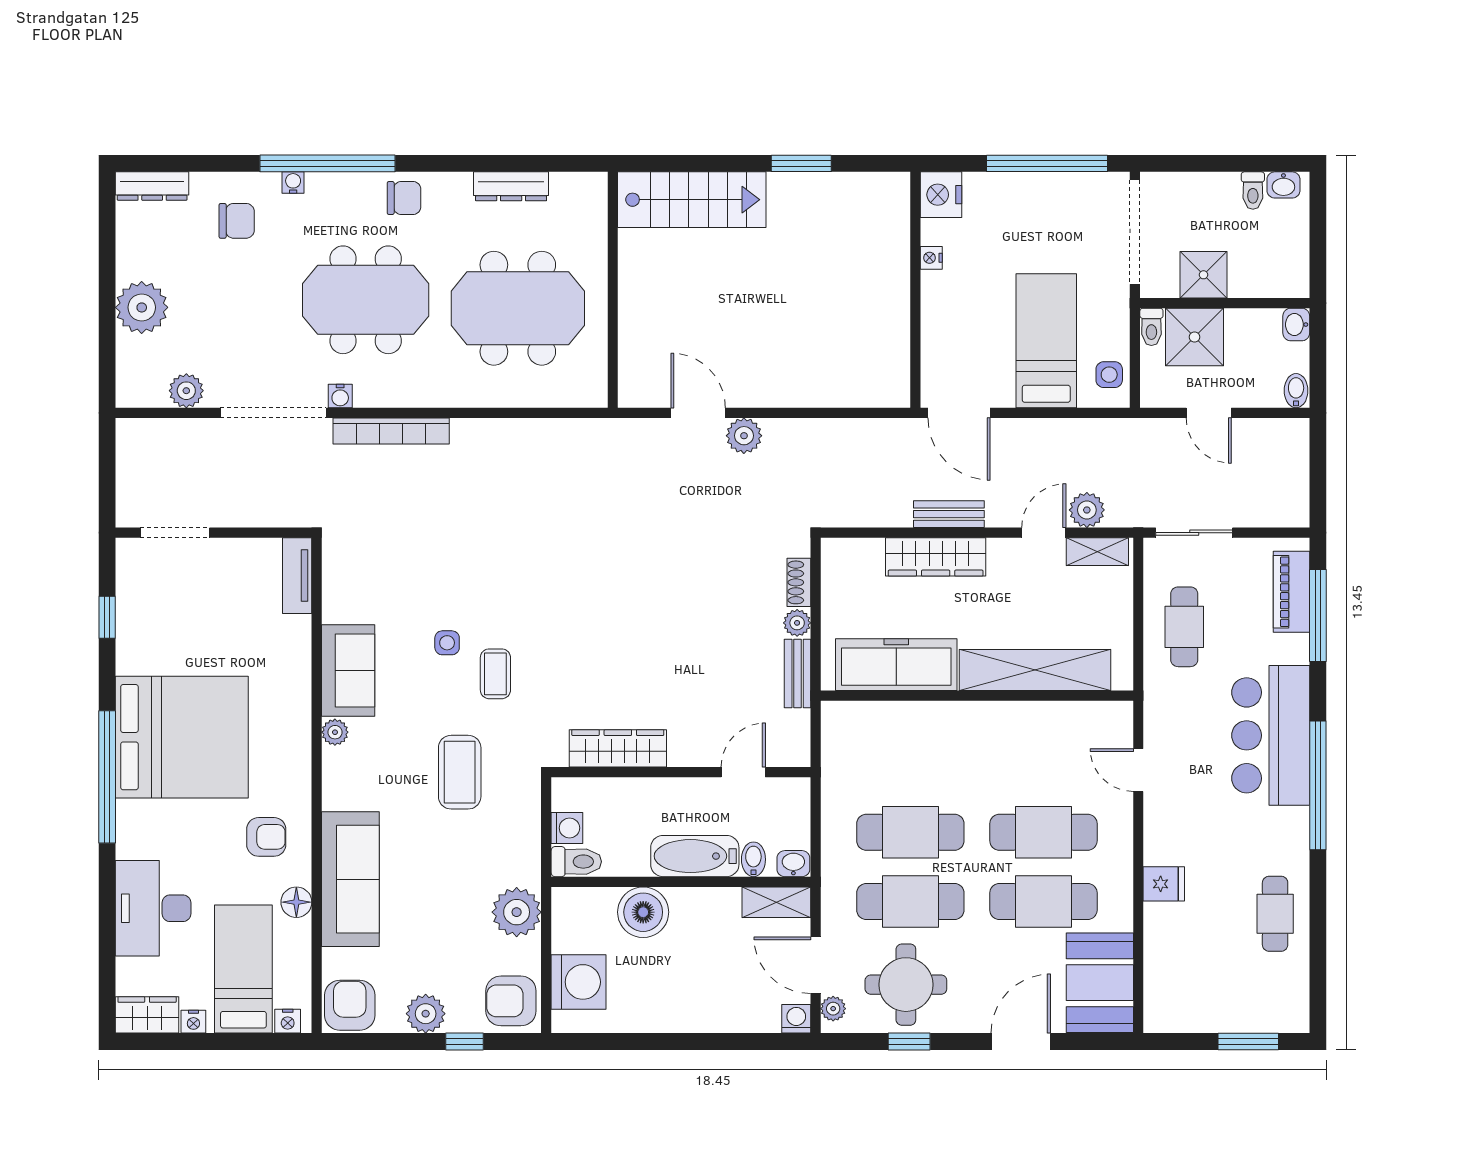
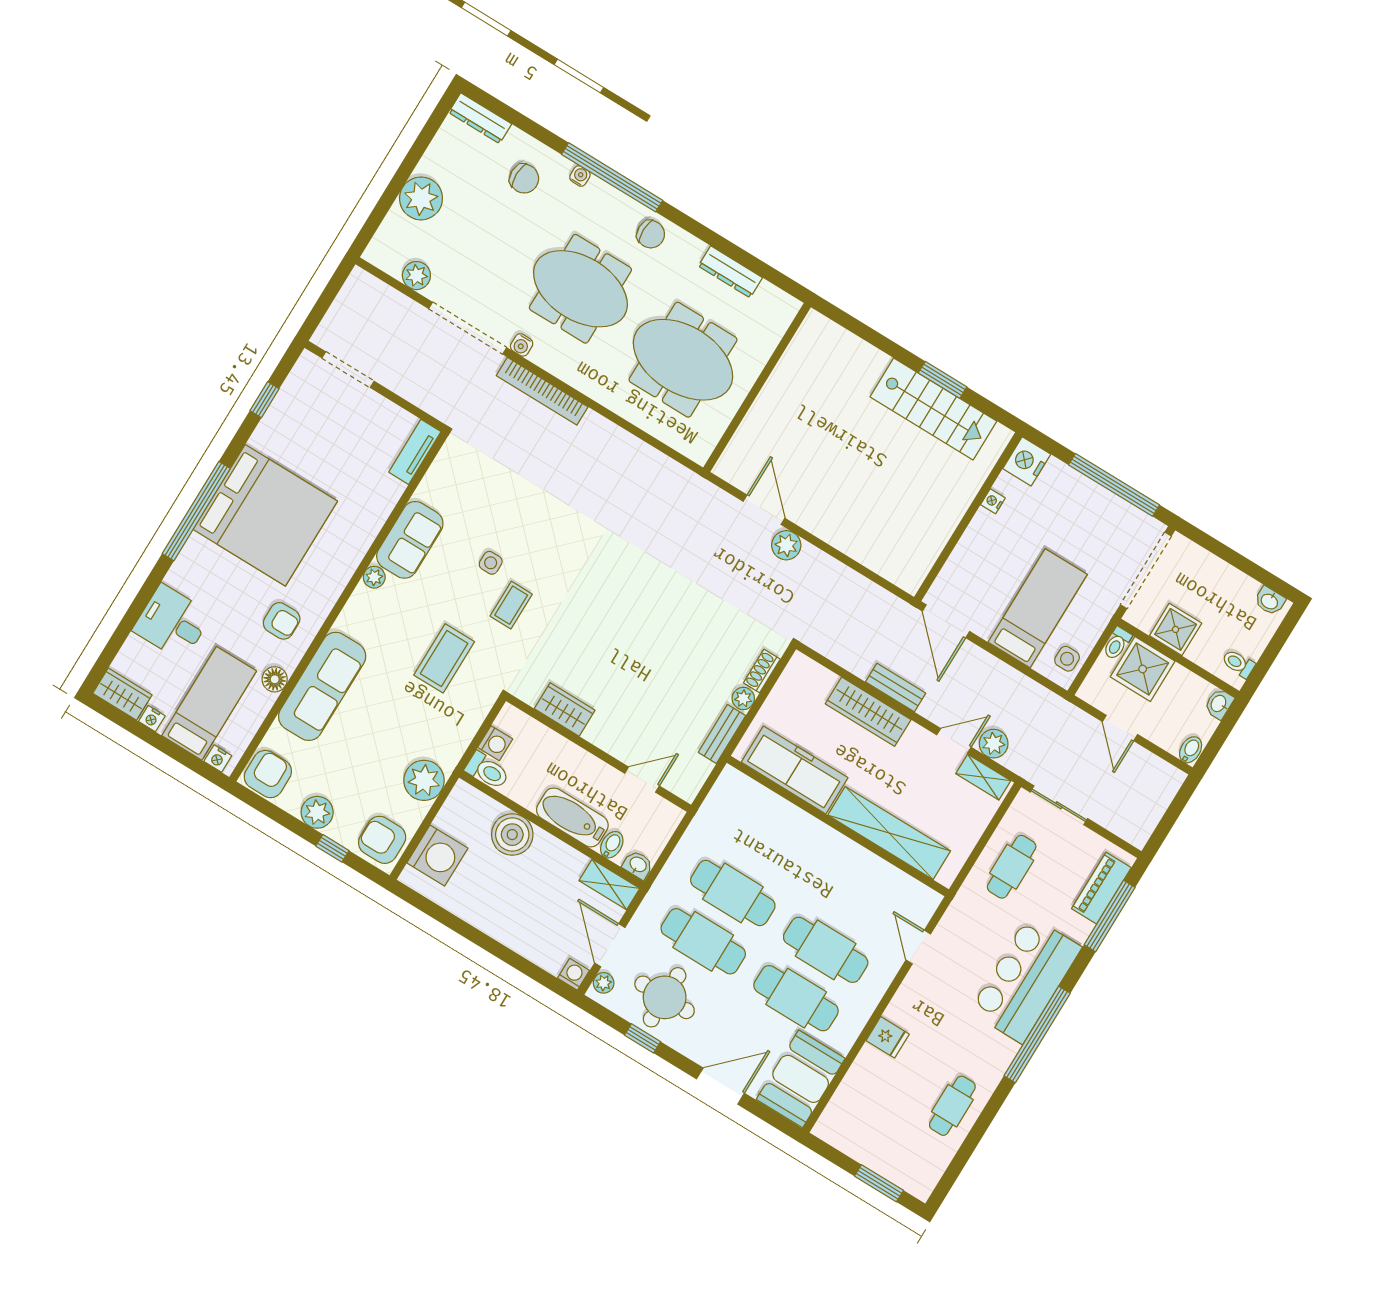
toilet: (1253, 191) -> (1238, 664), moved, turned 90
stairs: (692, 200) -> (933, 409), moved
wardrobe: (618, 748) -> (565, 709), width x0.67
desk: (153, 908) -> (172, 622), width x0.73

